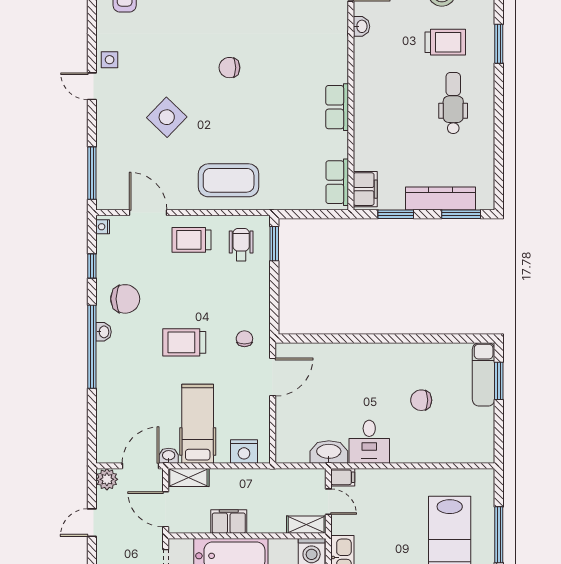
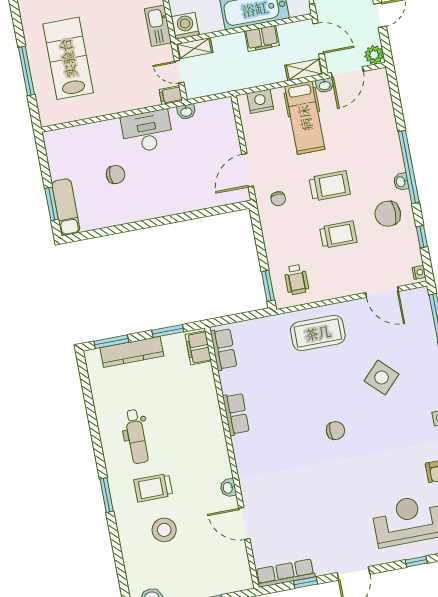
trolley: (191, 240) -> (338, 235), moved
desk: (369, 442) -> (147, 131), width x1.37
washbasin: (329, 452) -> (186, 112), width x0.52, depth x0.69

